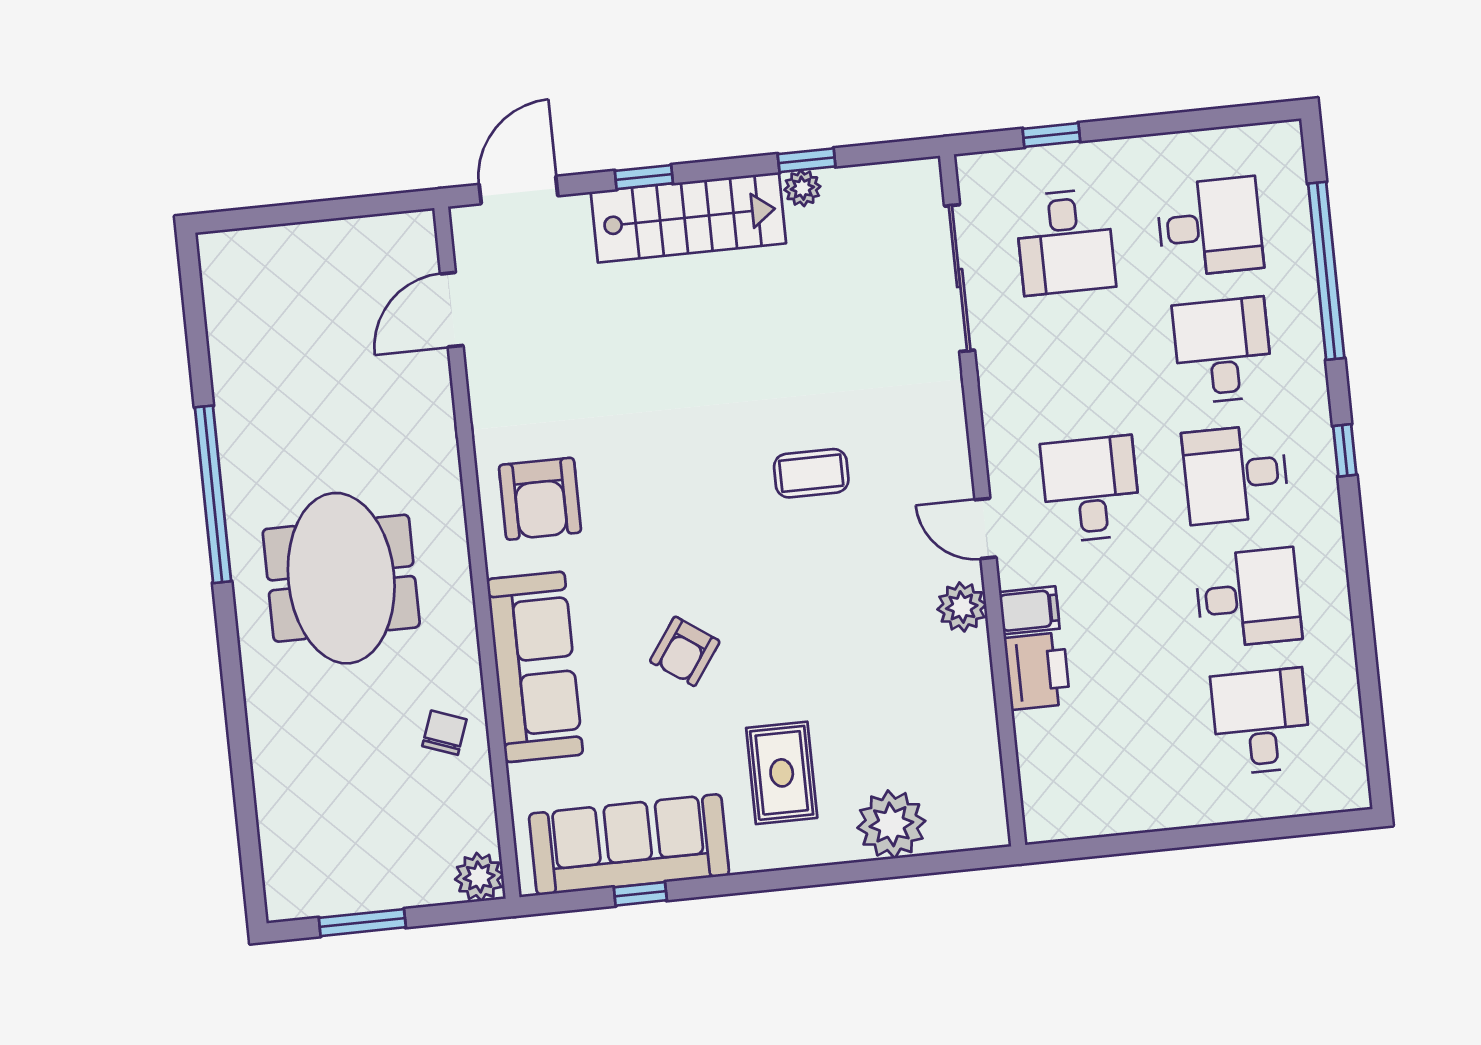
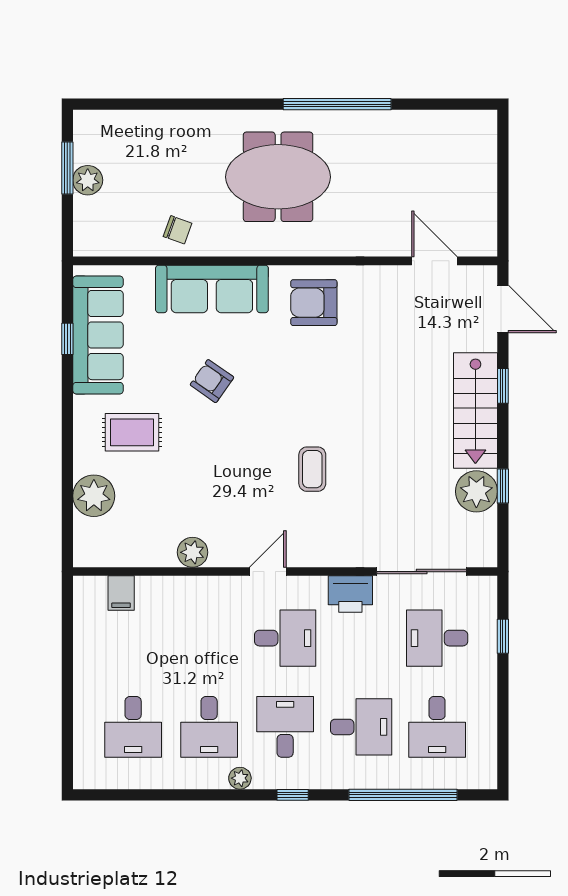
plant: (802, 188) -> (476, 491), width x1.88, depth x1.88
plant: (1326, 539) -> (240, 778), added
plant: (962, 607) -> (193, 552), moved
filing cabinet: (1029, 610) -> (121, 593), moved
printer: (1037, 671) -> (350, 594), moved
desk: (1261, 722) -> (133, 727), turned 90
plant: (479, 877) -> (88, 180), moved

